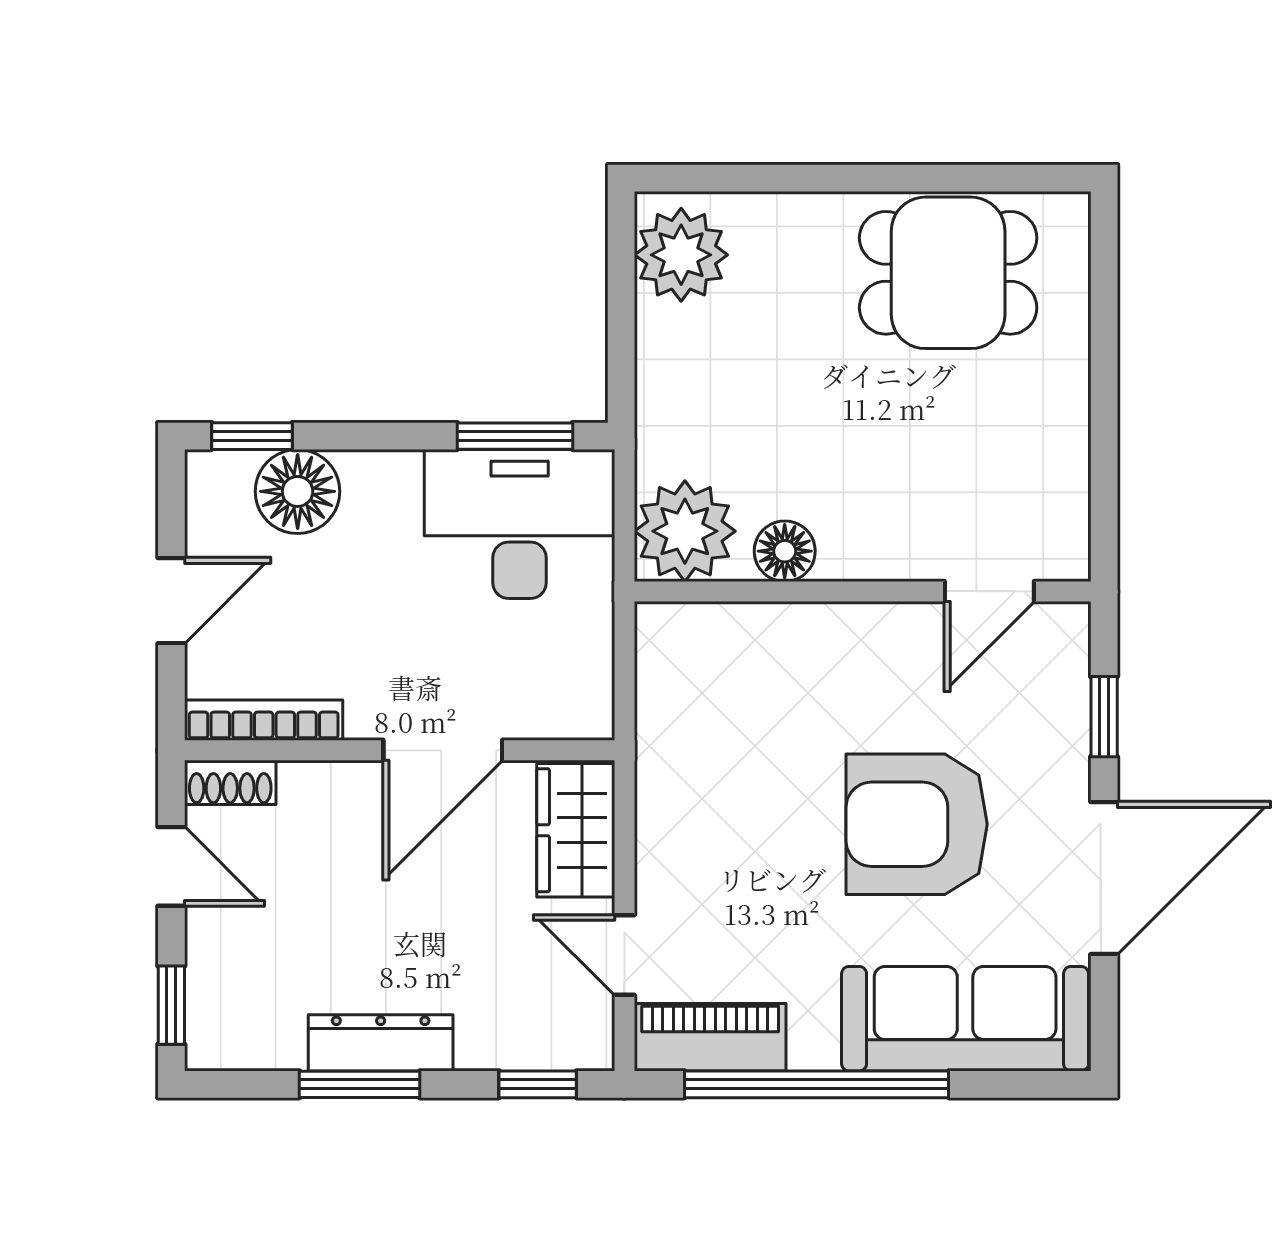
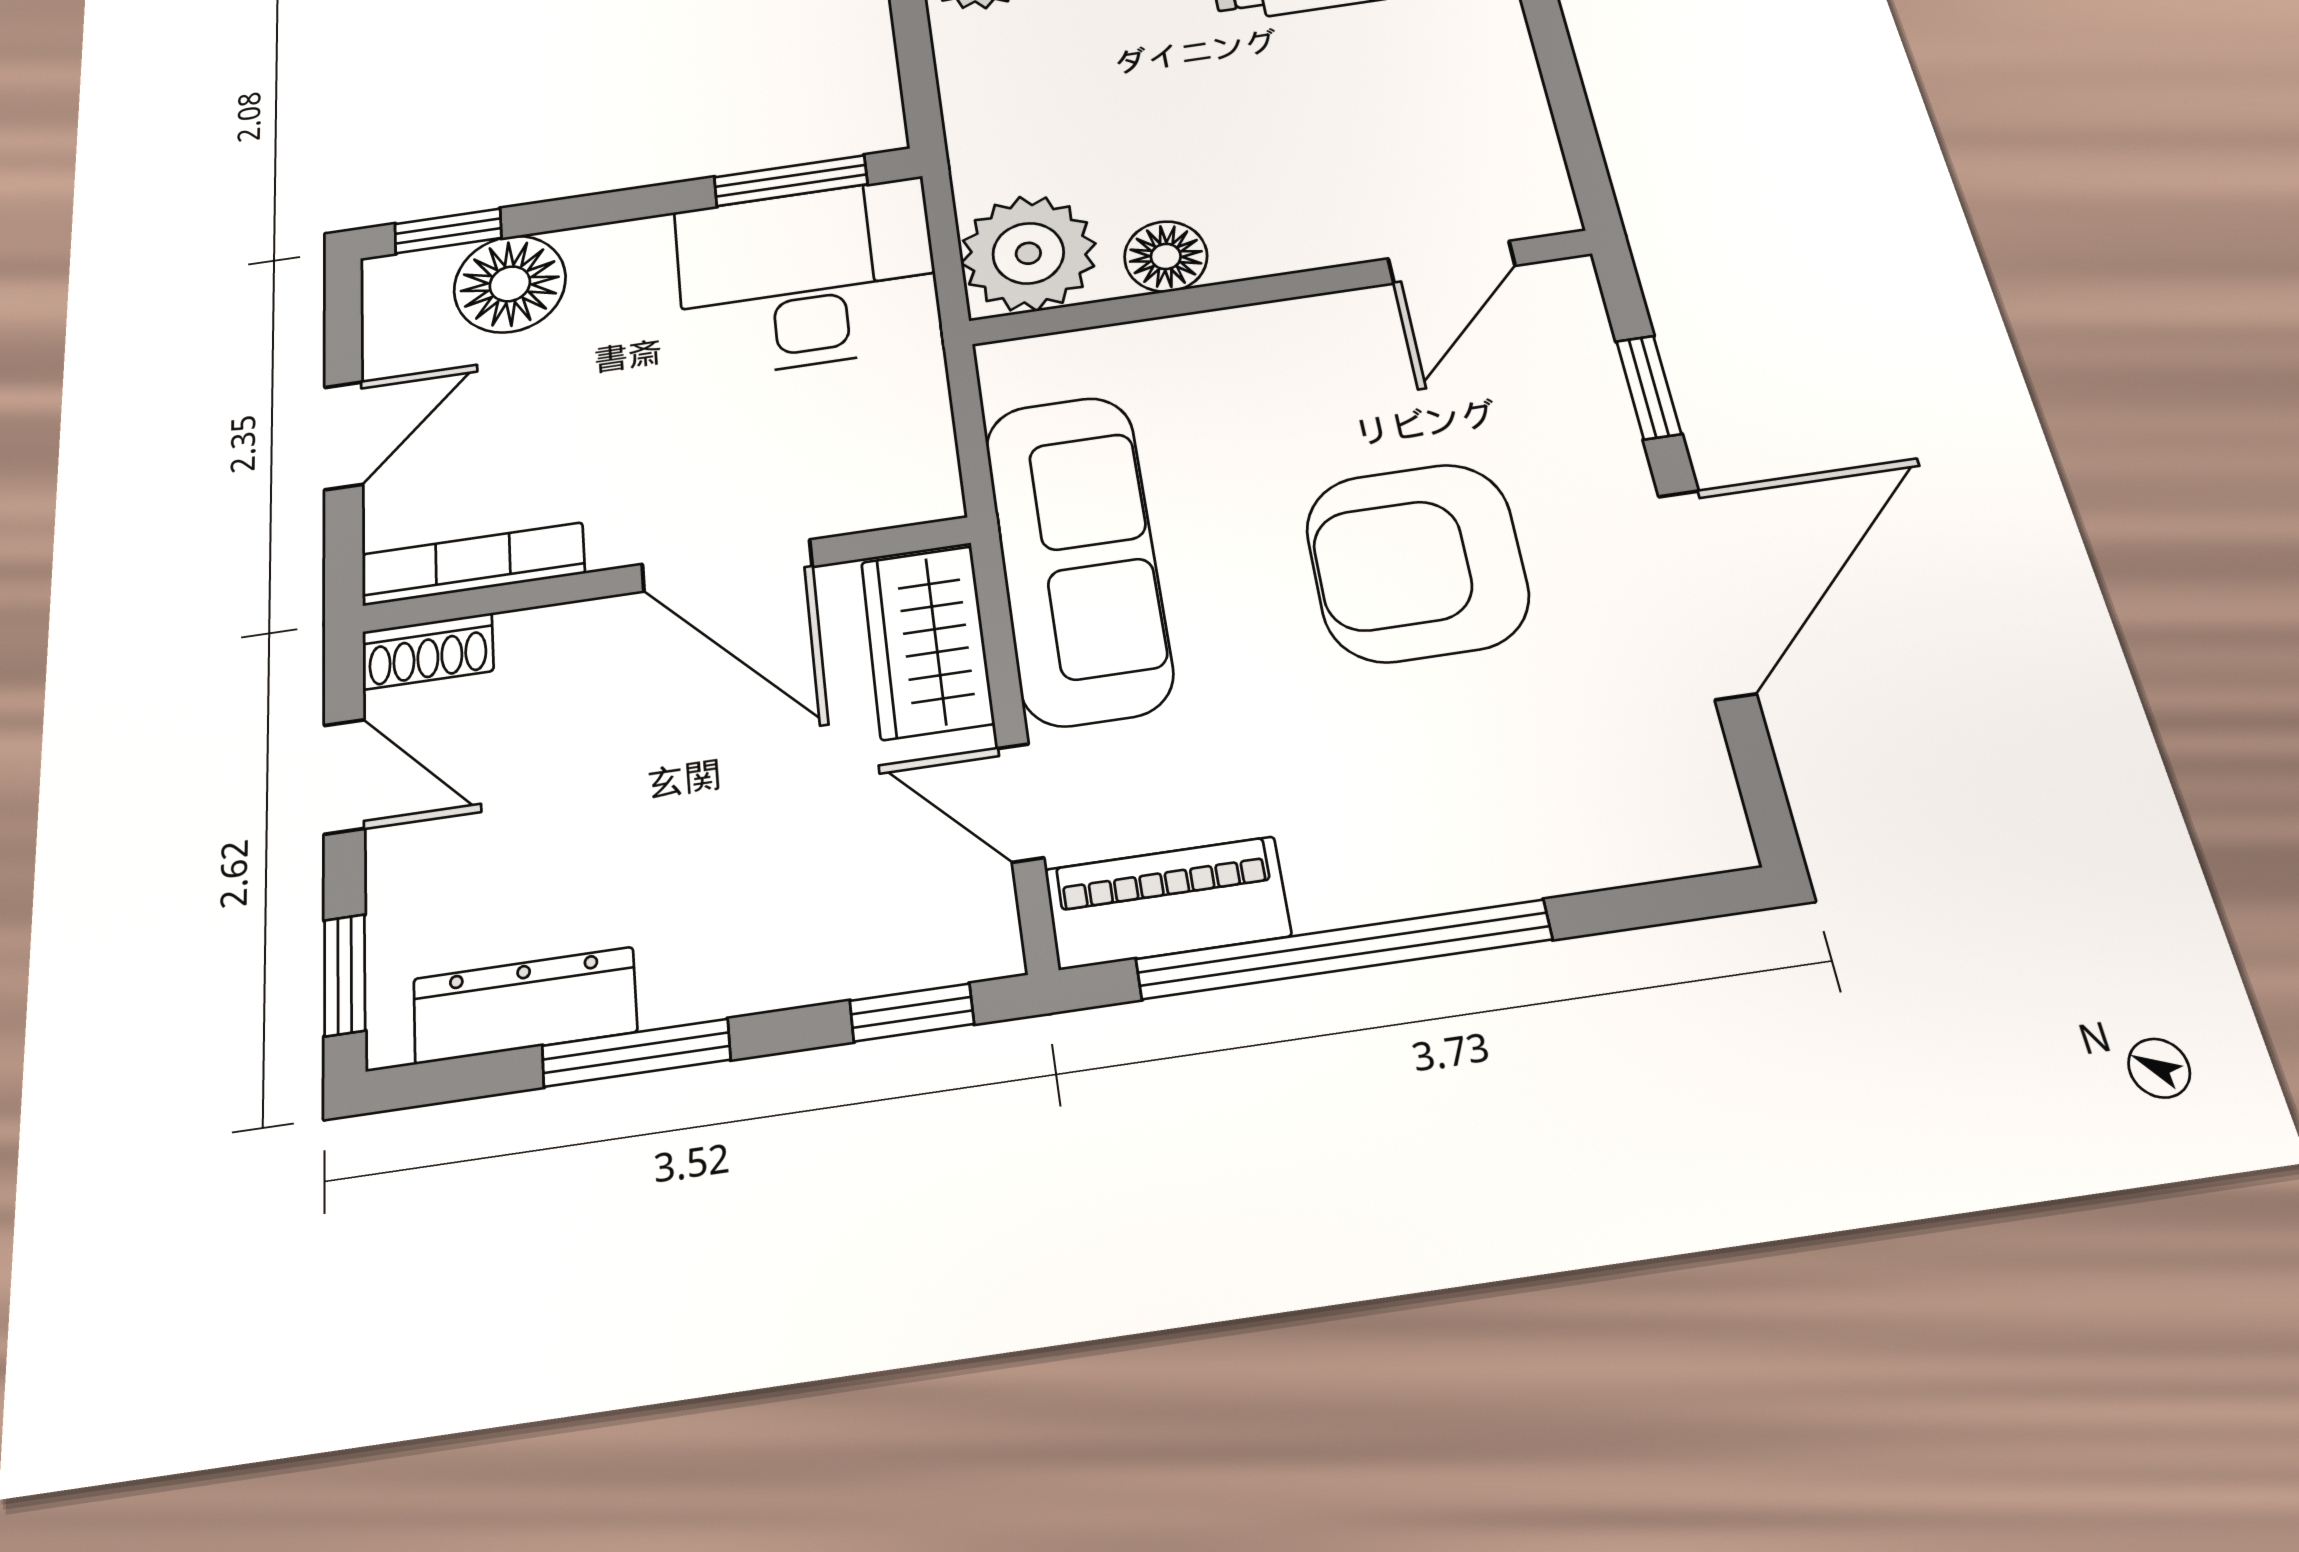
door: (443, 750) -> (727, 566), hinge flipped
sofa: (965, 1019) -> (1078, 557), moved, turned 90
dresser: (381, 1043) -> (525, 1005), moved

